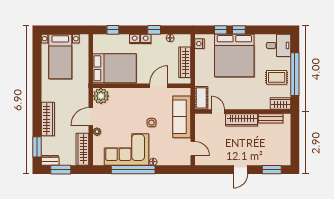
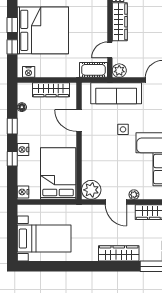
window: (113, 30) -> (12, 159), moved
nightstand: (146, 39) -> (23, 192), moved
plant: (201, 119) -> (119, 71), added

